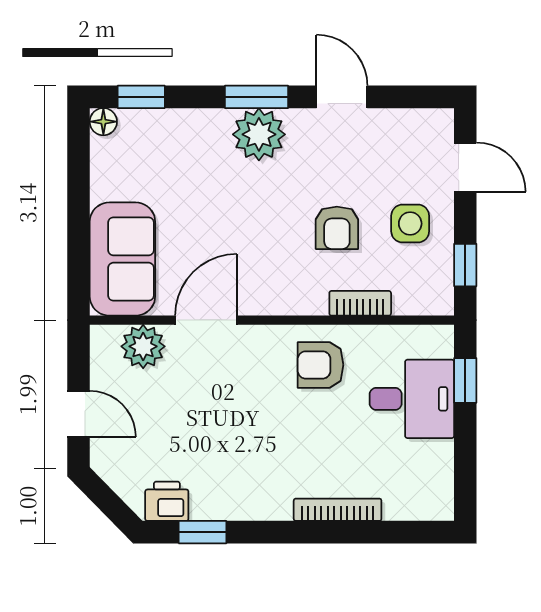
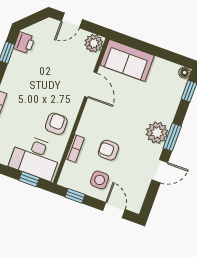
door: (465, 167) -> (114, 210), swing flipped
plant: (143, 346) -> (94, 43), moved
desk: (412, 399) -> (35, 157), width x1.37

